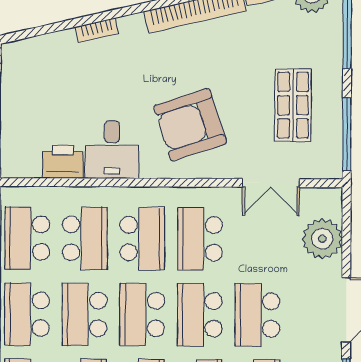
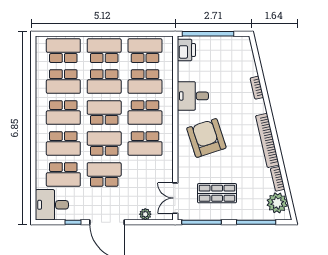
printer: (63, 162) -> (186, 50), moved
double door: (271, 183) -> (175, 198), moved
school desk: (200, 239) -> (145, 143), turned 180
plant: (322, 239) -> (145, 214), width x0.53, depth x0.53
school desk: (85, 314) -> (104, 82), turned 180

